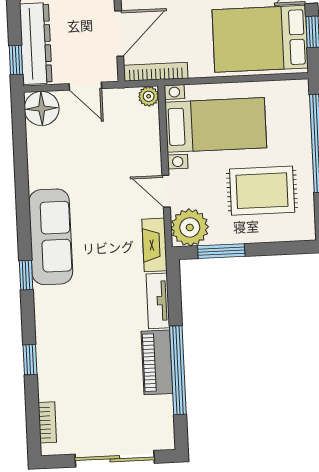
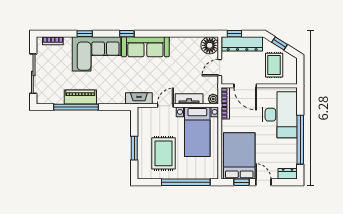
plant: (190, 227) -> (147, 116), removed
window: (221, 251) -> (134, 148), moved
tv unit: (158, 301) -> (189, 99), moved
corner sofa: (69, 334) -> (97, 54), added

